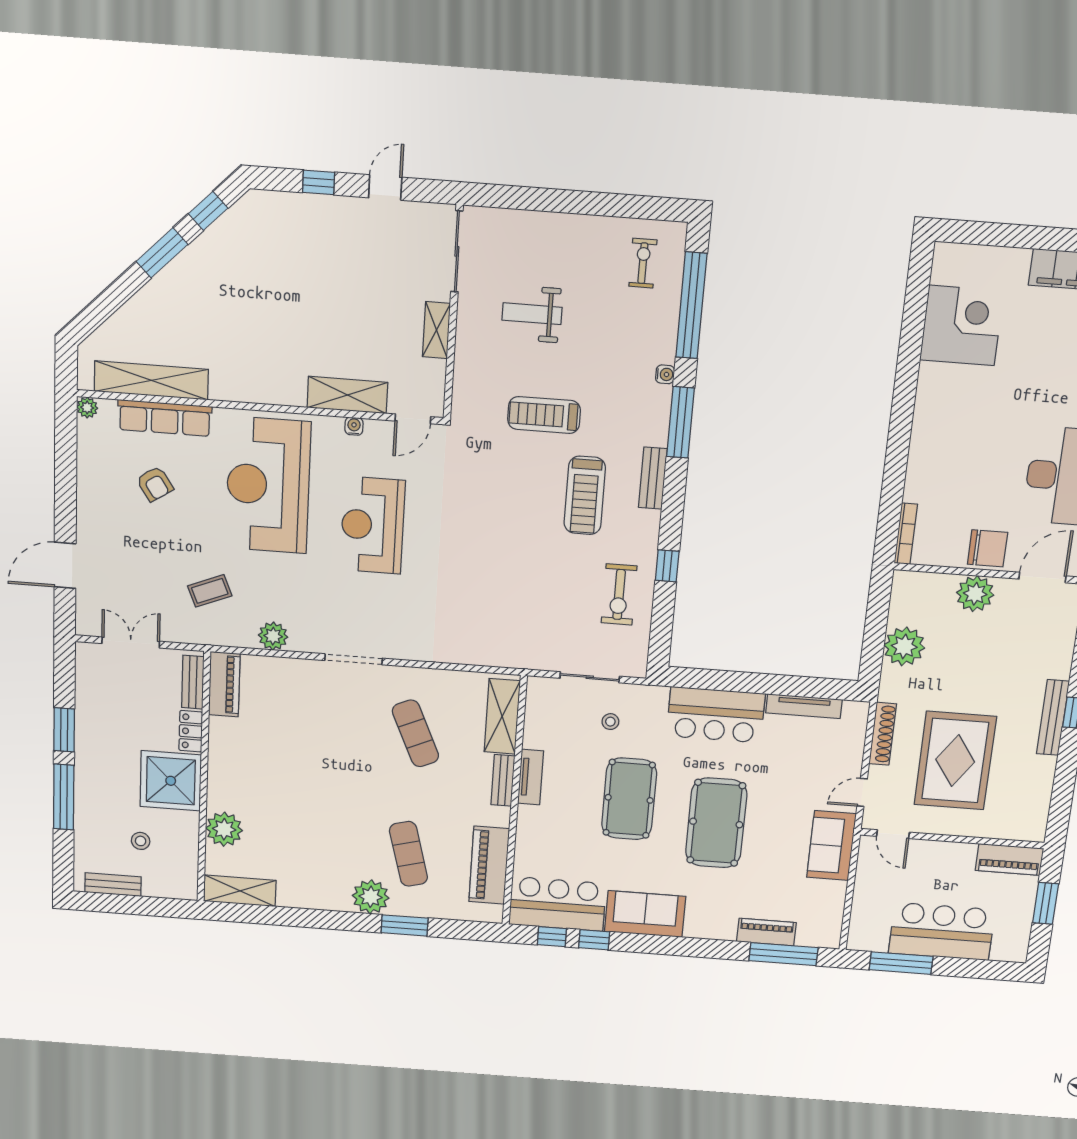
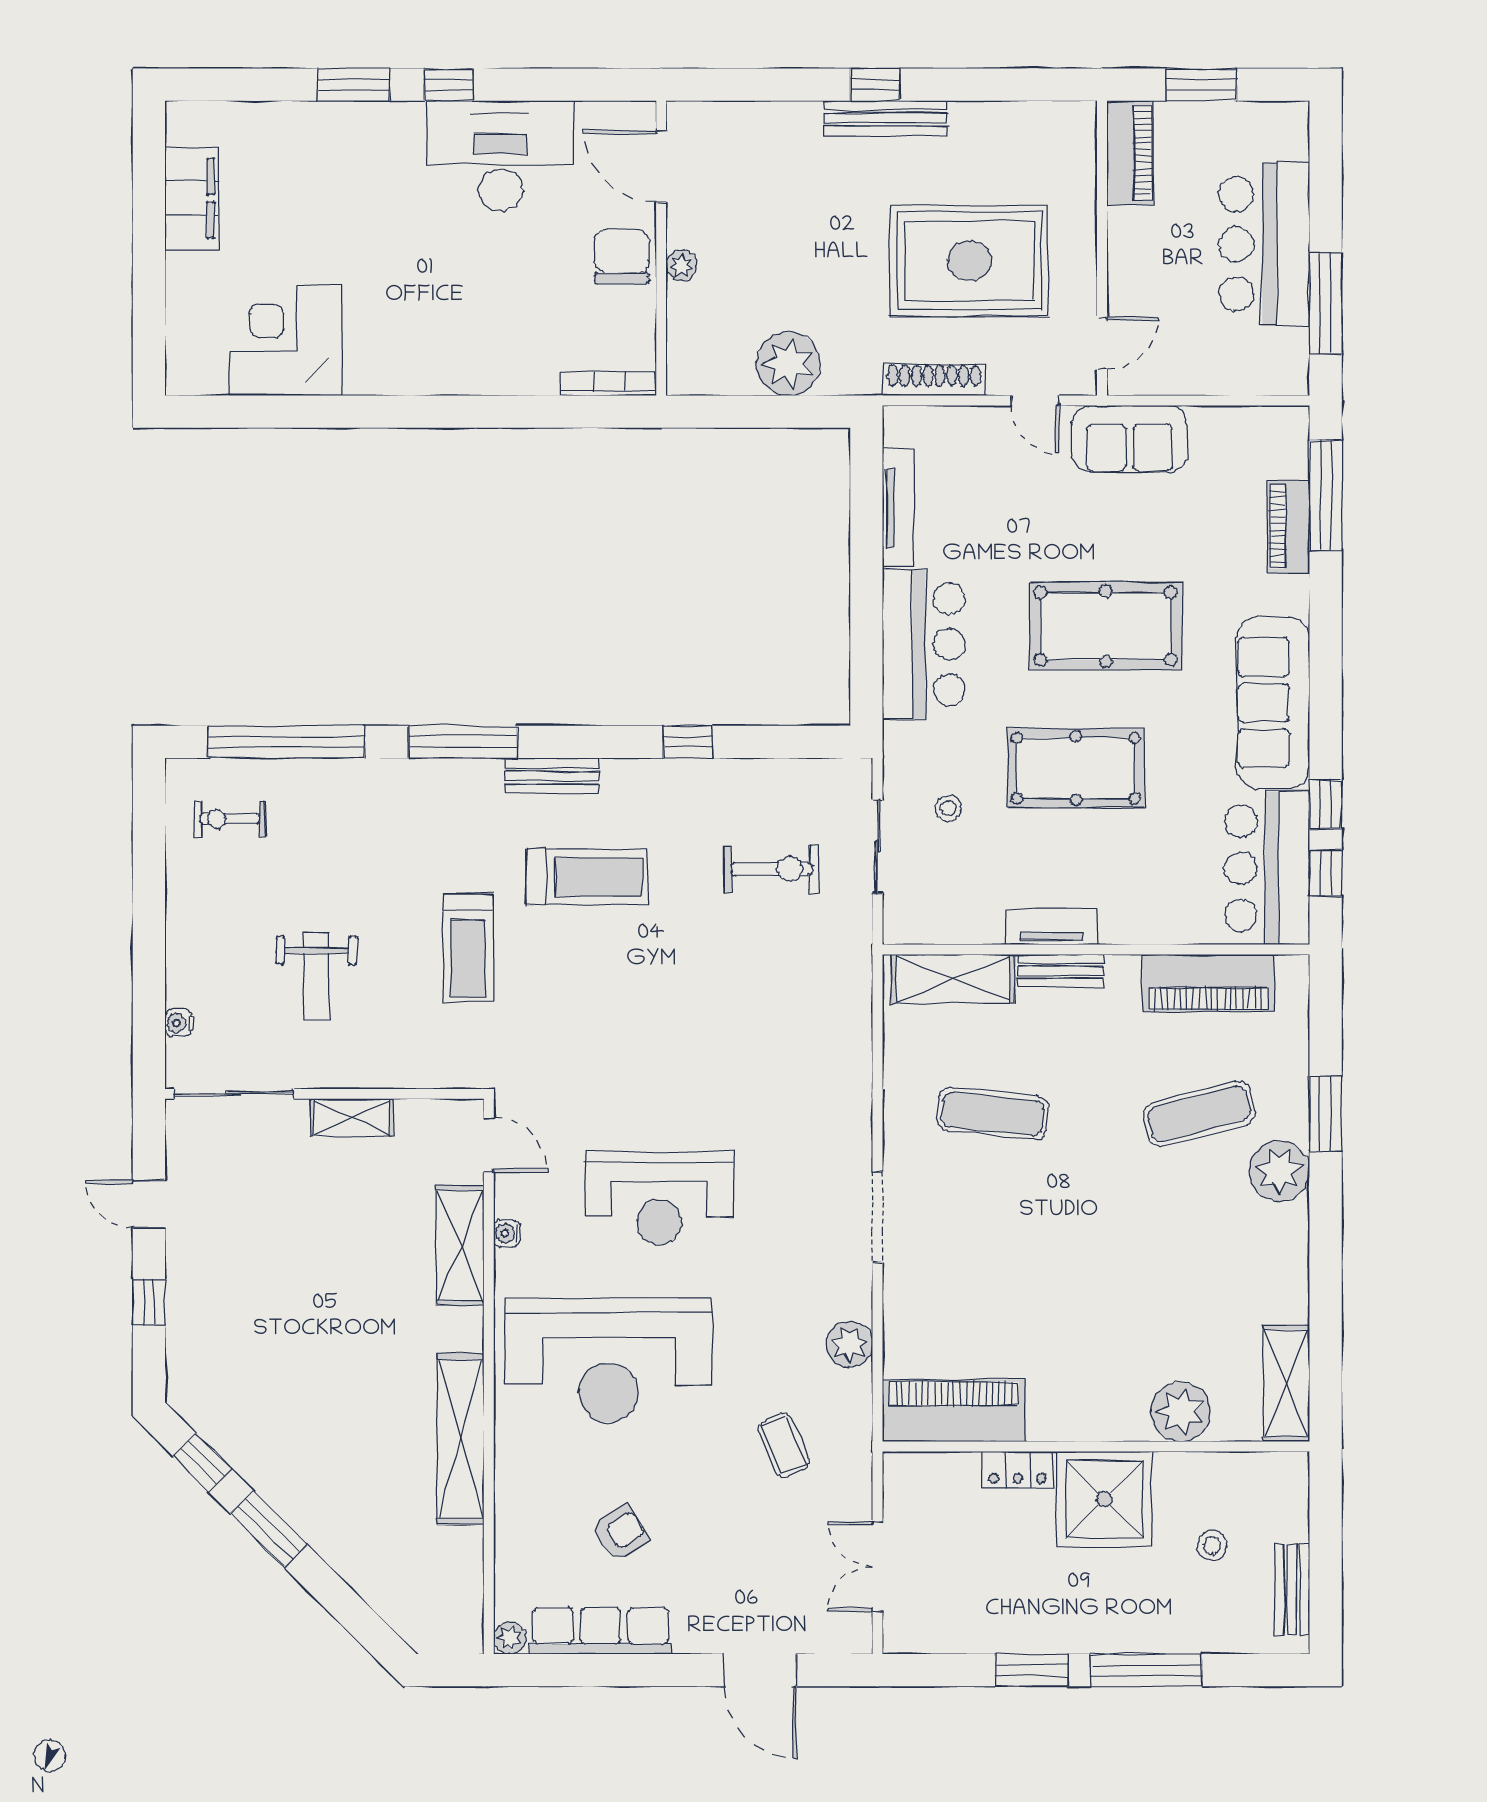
water cooler: (665, 374) -> (179, 1023), moved, turned -90
shelving: (151, 380) -> (461, 1439), moved
row of seats: (165, 418) -> (600, 1631), moved, turned -90
exercise bike: (619, 594) -> (772, 869), moved
plant: (975, 594) -> (681, 266), width x0.53, depth x0.53
bench: (193, 682) -> (935, 1468), removed
piano: (224, 684) -> (954, 1411), width x1.37, depth x1.33
exercise mat: (415, 733) -> (993, 1114), turned 30
sofa: (645, 914) -> (1273, 703), width x1.36

